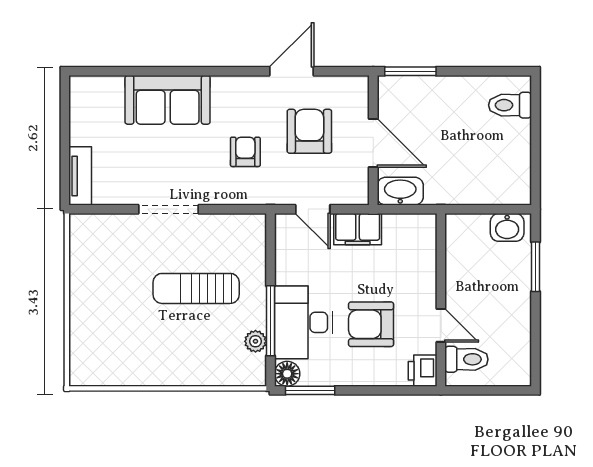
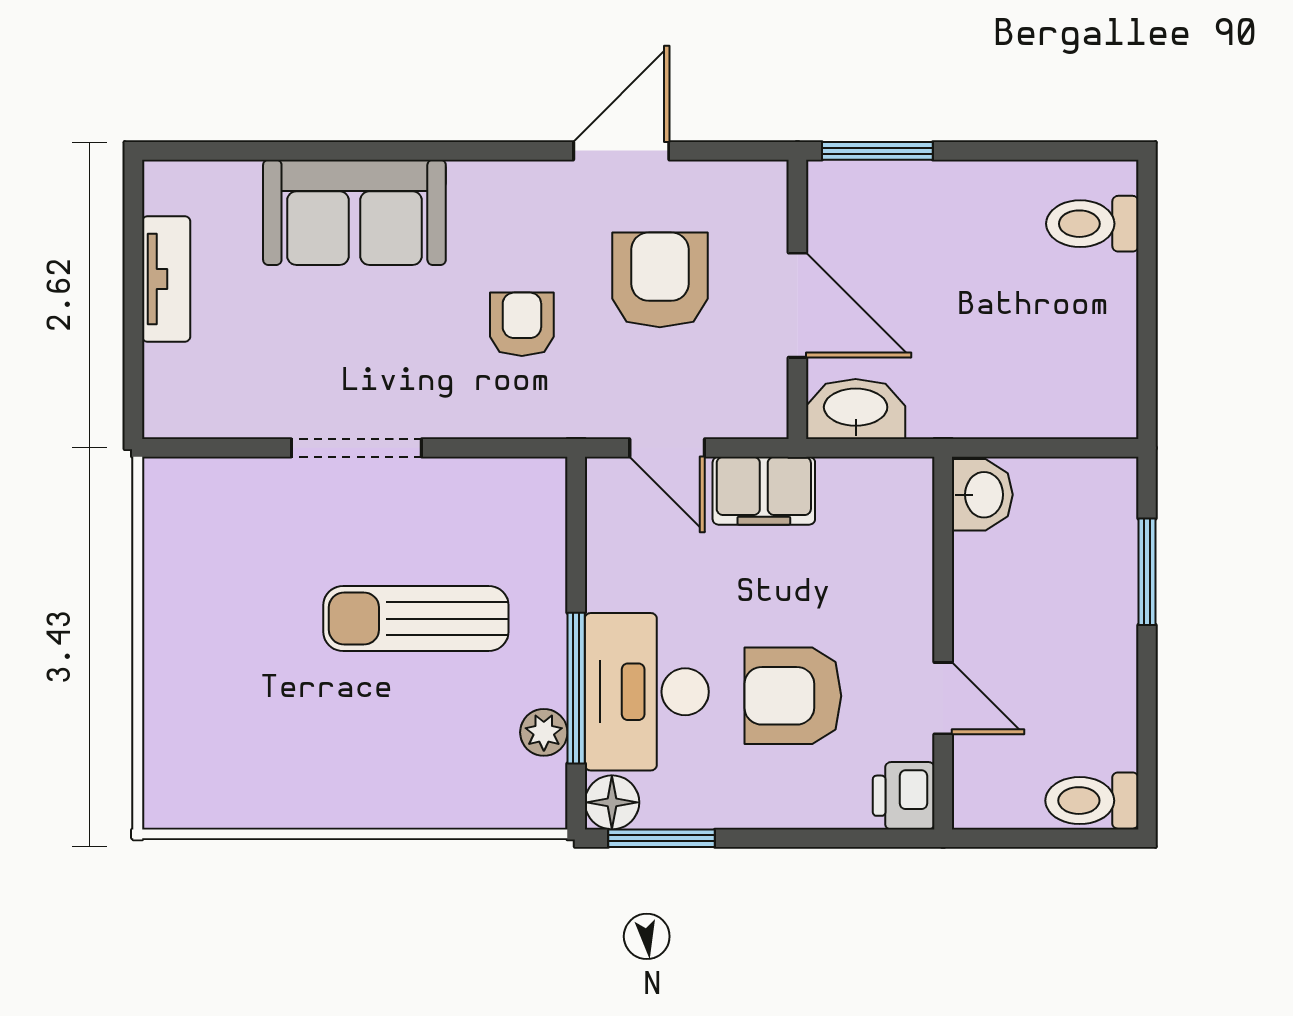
tv unit: (80, 176) -> (166, 279), moved
washbasin: (507, 227) -> (982, 495), moved, turned -90
toilet: (466, 359) -> (1092, 801), moved, turned 180

